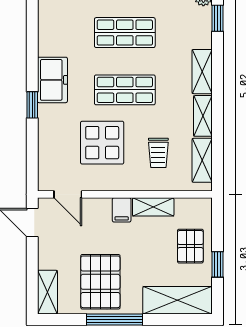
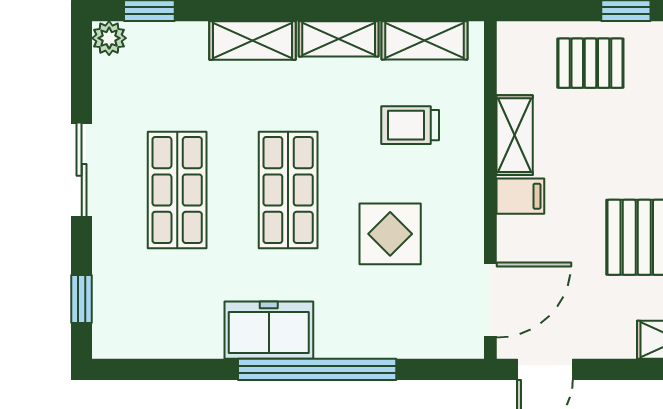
window: (32, 105) -> (317, 369), width x3.17
display table: (102, 143) -> (390, 234), width x0.73, depth x0.73
trolley: (158, 153) -> (410, 125), turned 180
door: (68, 194) -> (490, 300), width x1.38

